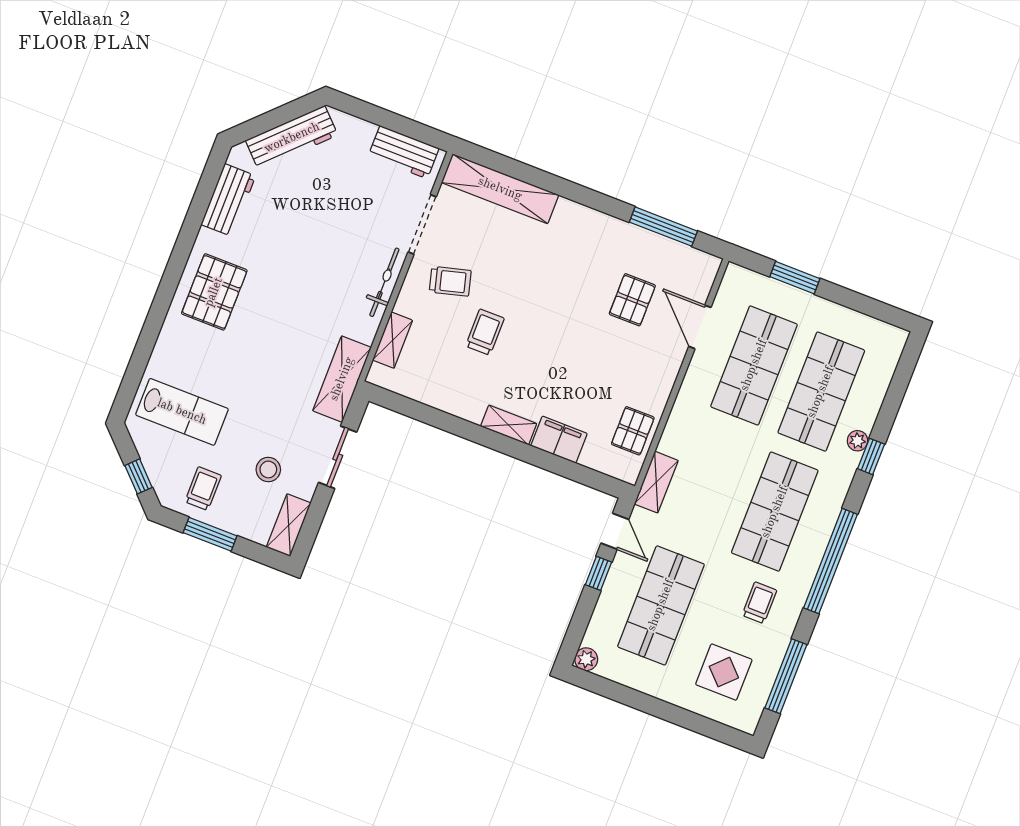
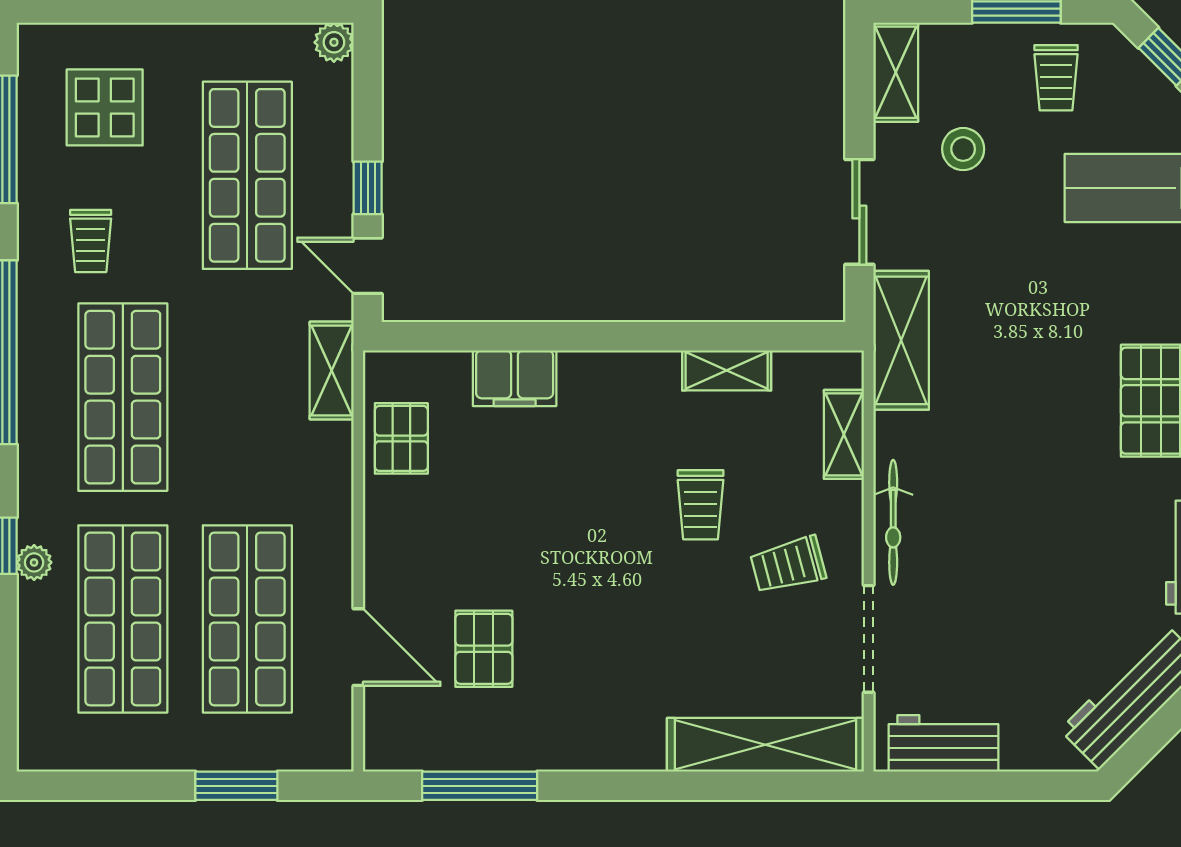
shelving: (509, 425) -> (727, 370), moved

